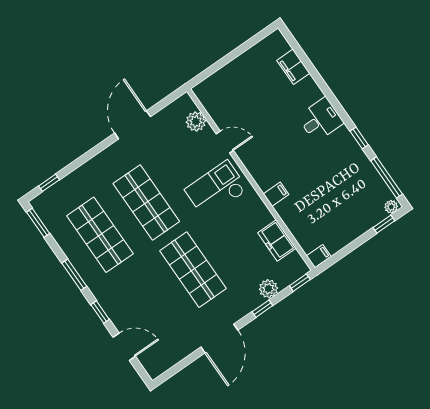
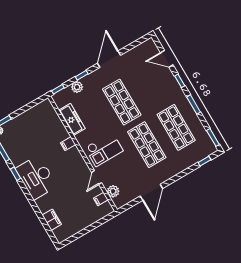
desk: (320, 120) -> (36, 177), width x1.87, depth x1.30
door: (225, 142) -> (97, 178), hinge flipped
freezer: (277, 240) -> (72, 119), width x1.40
filing cabinet: (319, 256) -> (101, 199), moved

